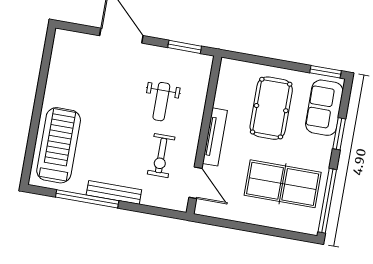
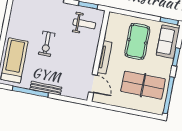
weight bench: (161, 102) -> (84, 24), moved, turned -90
exercise bike: (161, 156) -> (47, 44), moved

